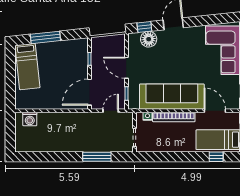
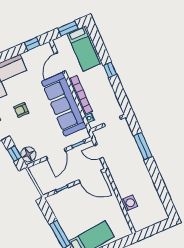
floor lamp: (149, 39) -> (28, 154), moved
armchair: (185, 52) -> (21, 110), added
washing machine: (30, 119) -> (129, 203), moved
window: (216, 157) -> (110, 70), moved

